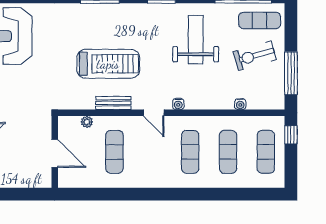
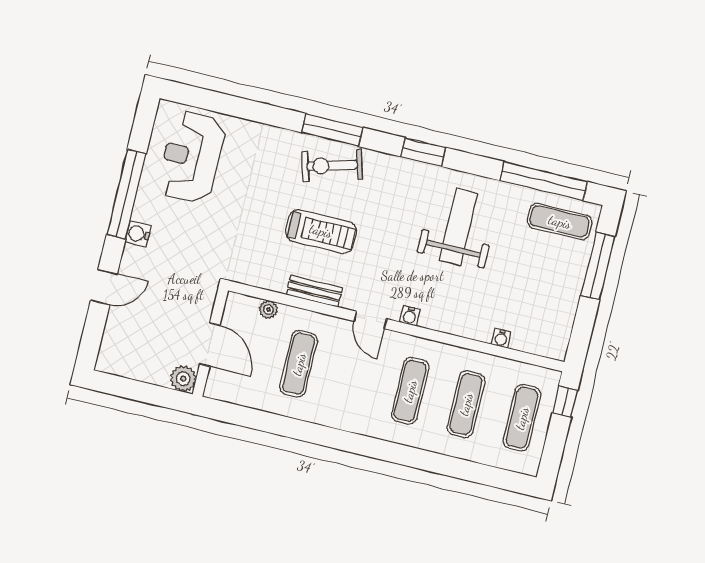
exercise bike: (255, 56) -> (332, 165), moved
treadmill: (108, 64) -> (321, 231), width x0.73, depth x0.73
window: (291, 73) -> (598, 266), moved
plant: (43, 179) -> (183, 379), added

